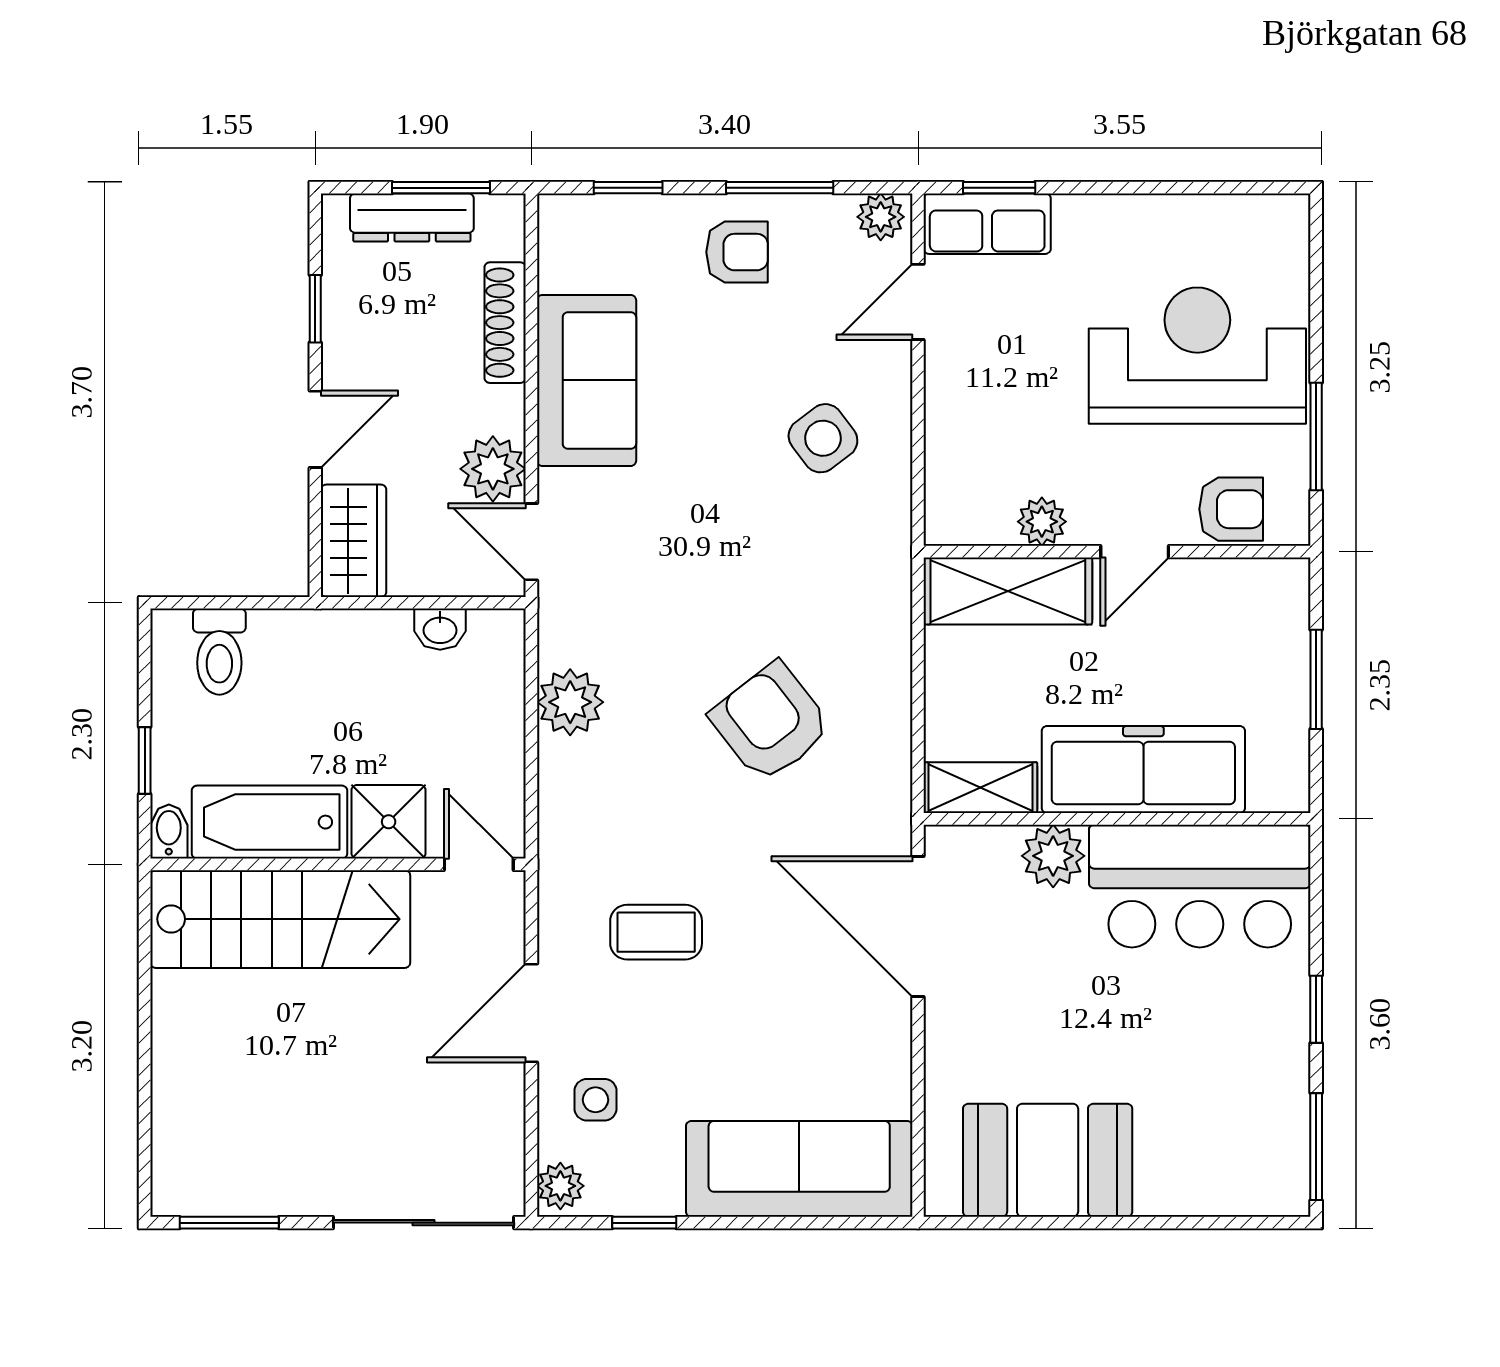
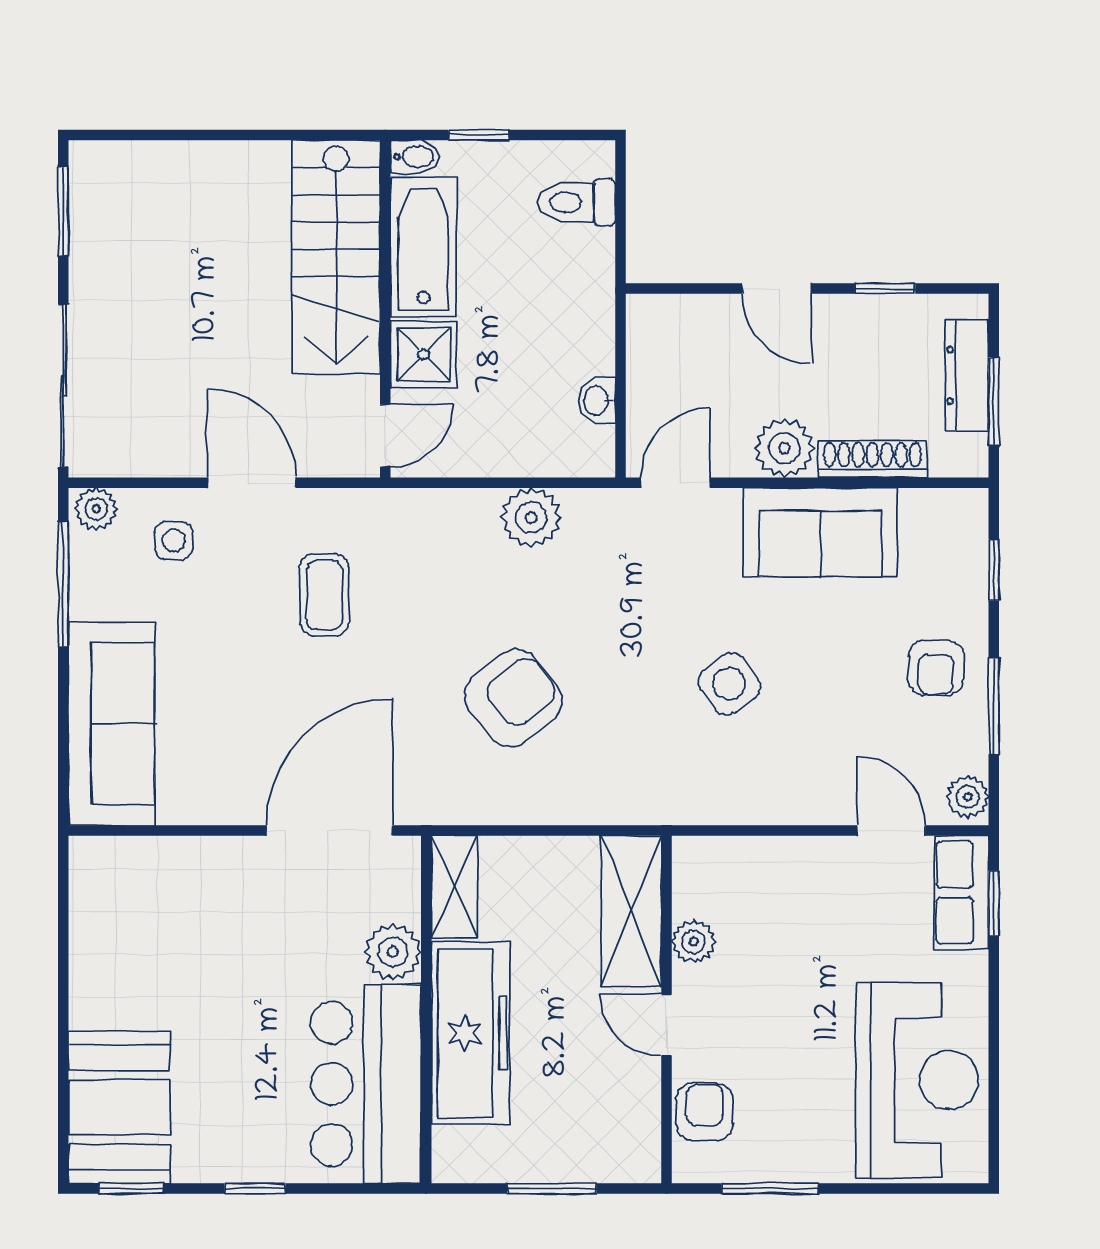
reception desk: (1197, 356) -> (917, 1080), moved
side table: (823, 438) -> (729, 684), moved
plant: (493, 469) -> (785, 448), moved
armchair: (1231, 509) -> (705, 1112), turned 180
wardrobe: (354, 541) -> (676, 323), removed
window: (1316, 1147) -> (132, 1188), width x0.67
booth: (1048, 1160) -> (119, 1107), moved
window: (644, 1223) -> (63, 584), width x2.17

